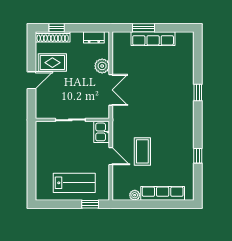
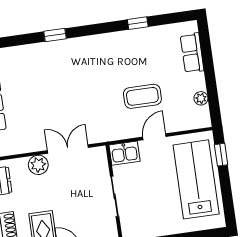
lab bench: (74, 183) -> (196, 179), width x1.36, depth x1.39
row of seats: (163, 193) -> (192, 53), width x0.68

